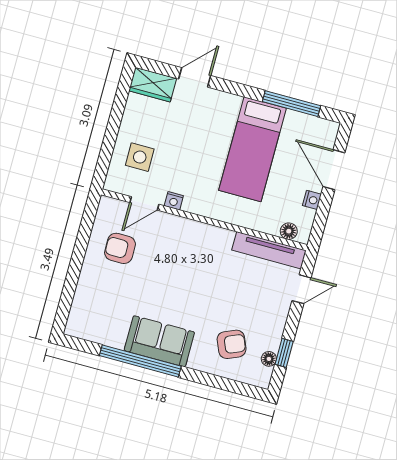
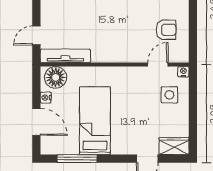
nightstand: (174, 201) -> (183, 72), moved
floor lamp: (289, 231) -> (56, 77), width x1.89, depth x1.89

